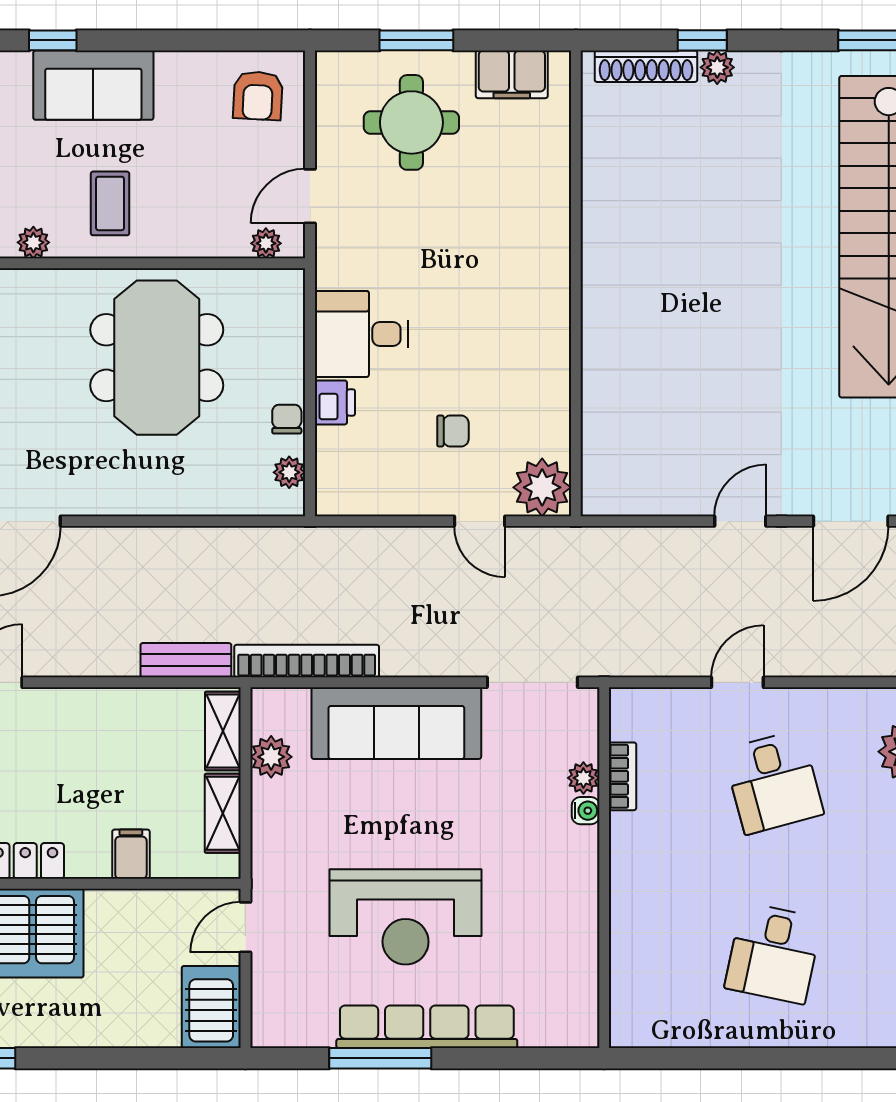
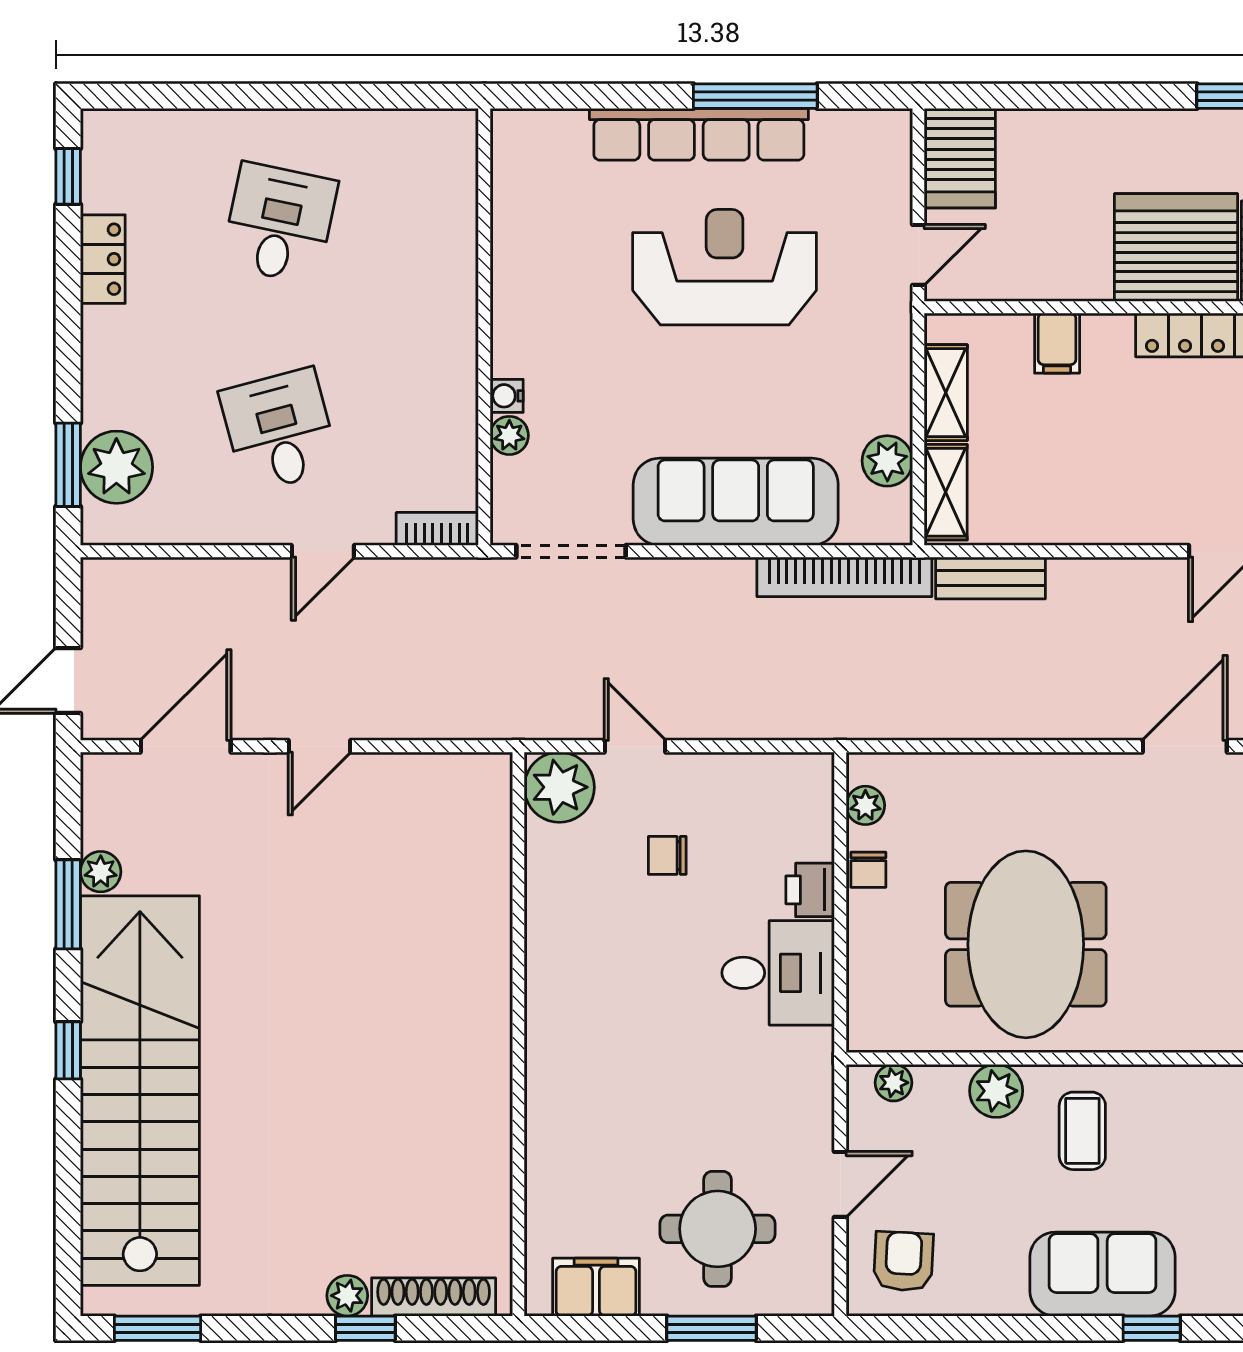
door: (310, 196) -> (840, 1184), moved
plant: (33, 242) -> (996, 1091), moved, width x1.38, depth x1.38
bookcase: (623, 776) -> (437, 529), moved, turned 90

